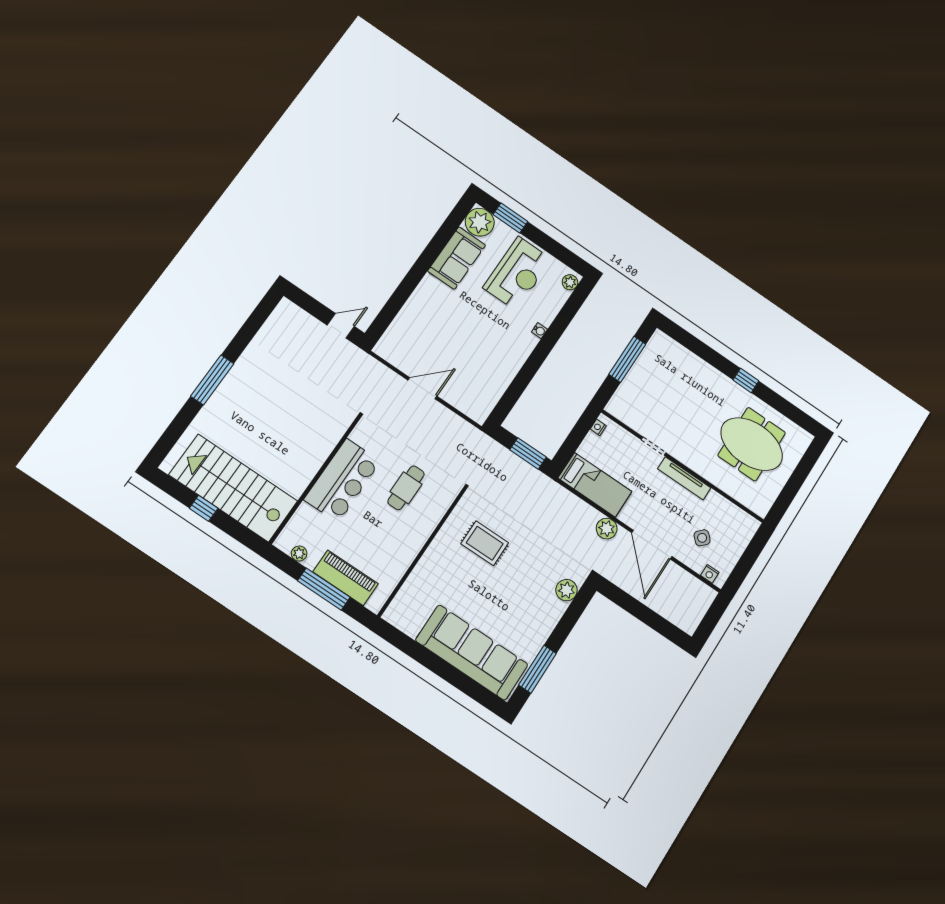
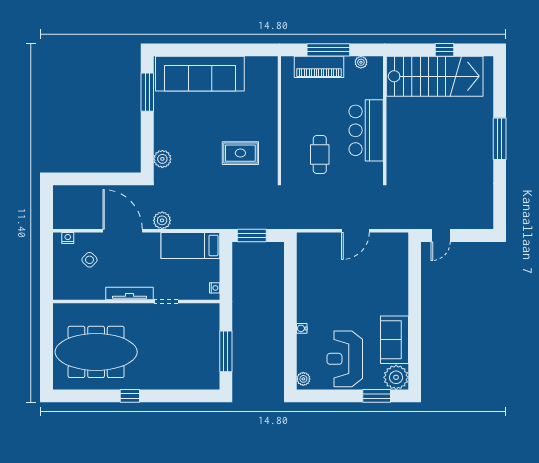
meeting table: (752, 444) -> (96, 352), width x1.36

